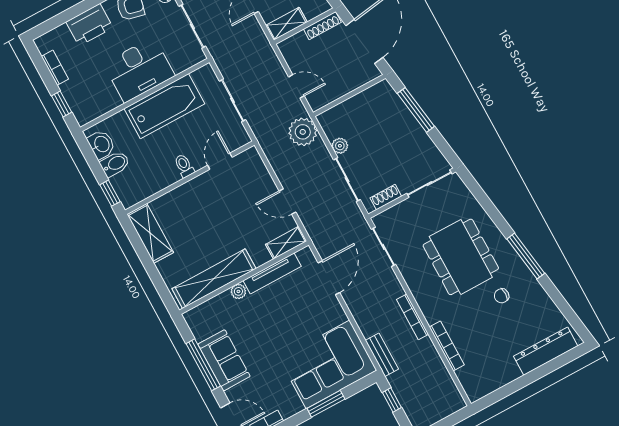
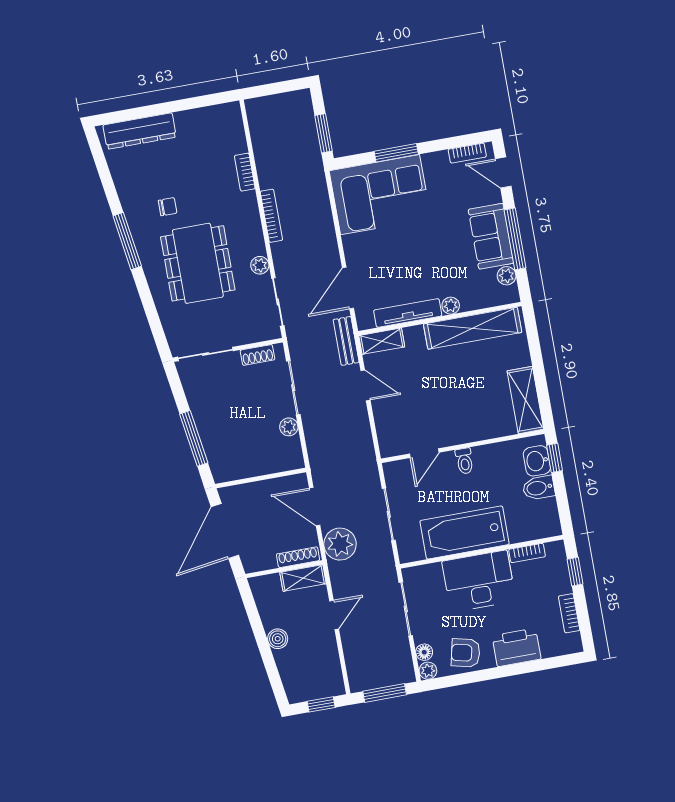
shoe rack: (322, 26) -> (298, 557), moved
door: (296, 86) -> (315, 507), width x1.38
bookcase: (107, 106) -> (527, 553), added
plant: (303, 132) -> (340, 544), moved
washbasin: (101, 144) -> (537, 461), moved
plant: (409, 272) -> (260, 265), added
plant: (200, 332) -> (507, 276), added
bookcase: (447, 346) -> (245, 172), width x0.64
bench: (382, 355) -> (346, 341), moved
window: (392, 400) -> (324, 133), width x1.50

